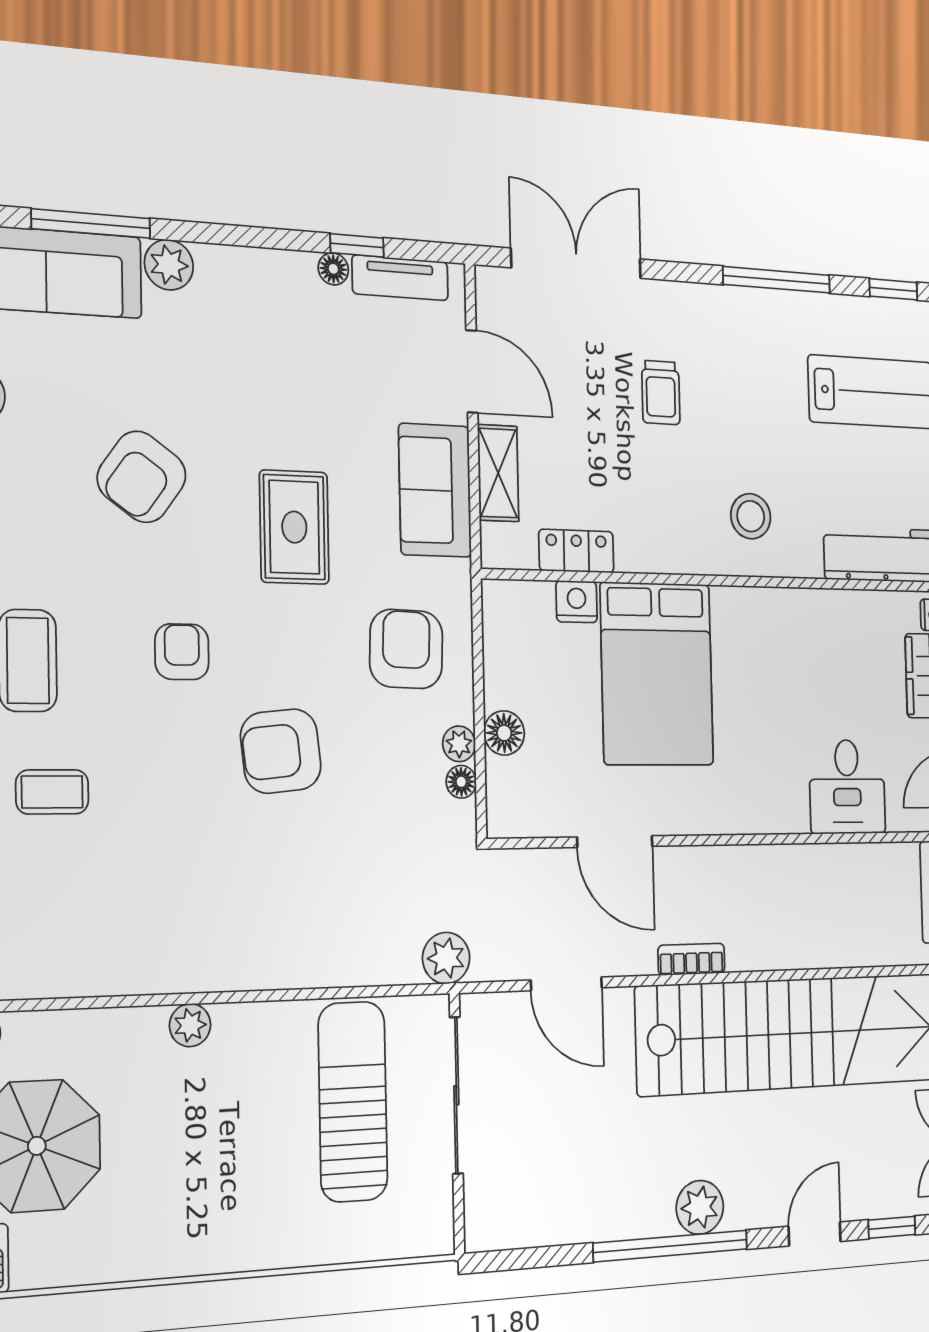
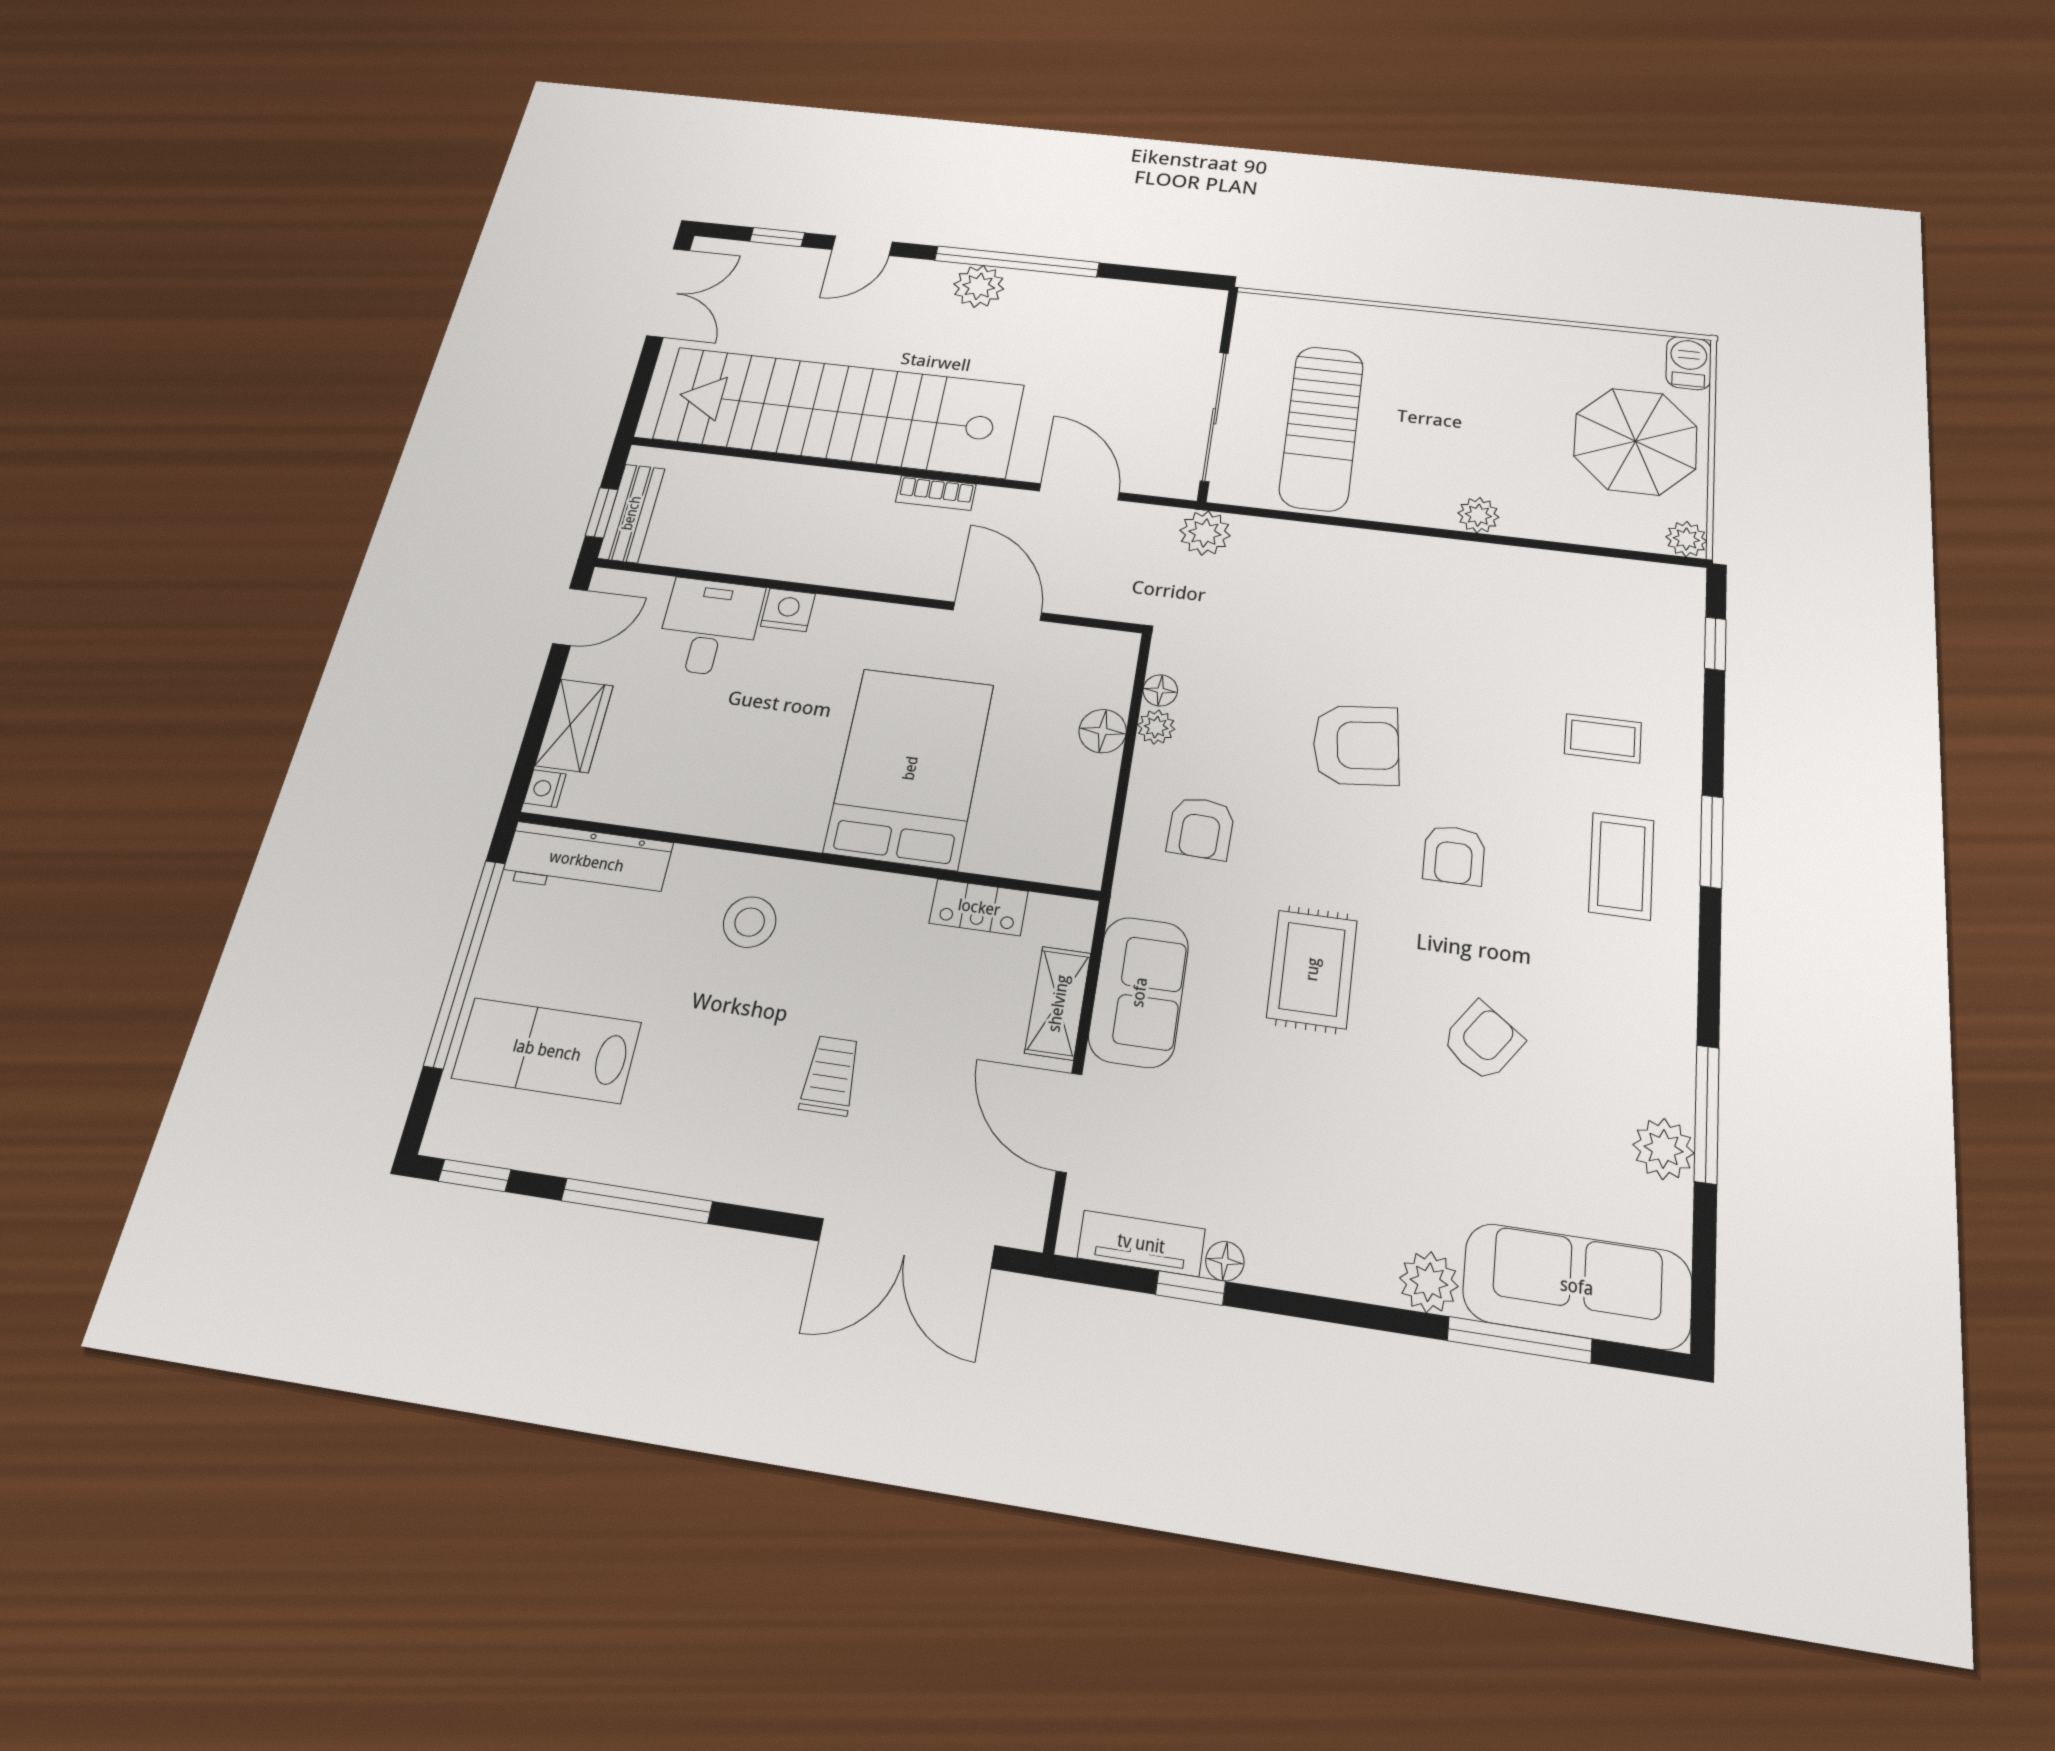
armchair: (142, 477) -> (1483, 1041), width x0.72, depth x0.72
nightstand: (577, 602) -> (788, 610), moved, turned 180
armchair: (406, 649) -> (1201, 828), width x0.72, depth x0.72

